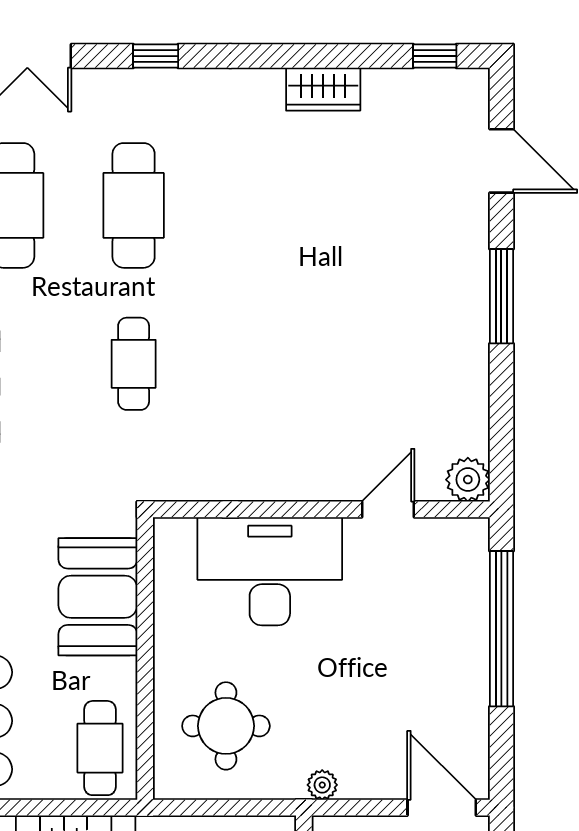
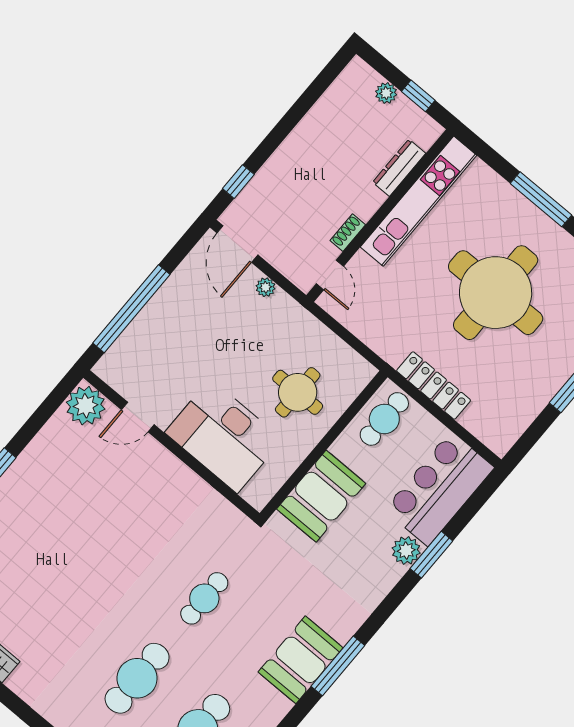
plant: (468, 480) -> (86, 406), width x1.36, depth x1.36
round table: (226, 726) -> (298, 392), moved
plant: (322, 785) -> (266, 287), moved

